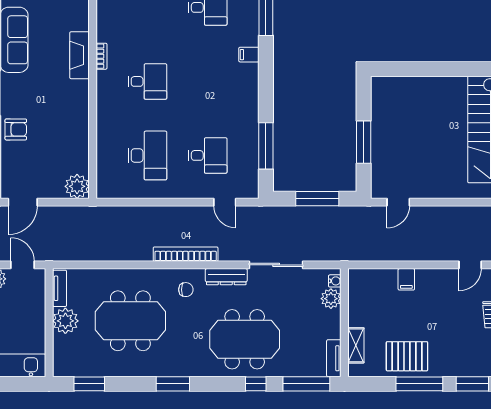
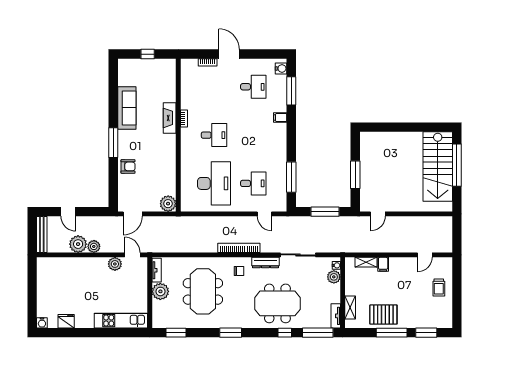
desk: (147, 155) -> (214, 183), width x1.36, depth x1.30
shelving: (380, 276) -> (366, 262), added
meeting table: (130, 321) -> (203, 291), turned 90

